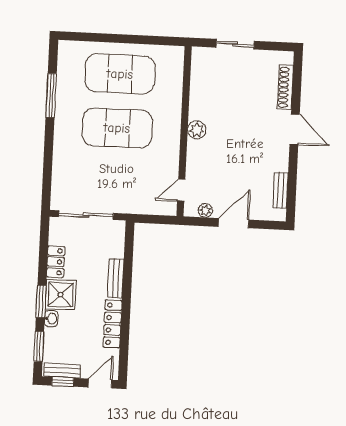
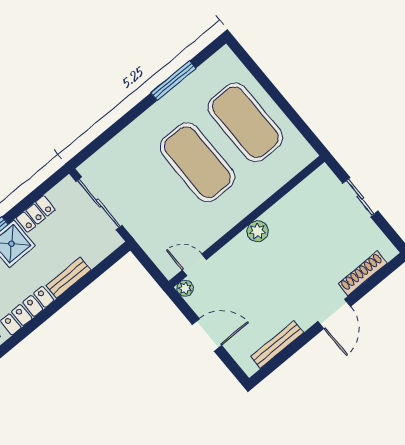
bench: (280, 190) -> (277, 344), width x1.36
plant: (205, 210) -> (185, 288), moved

